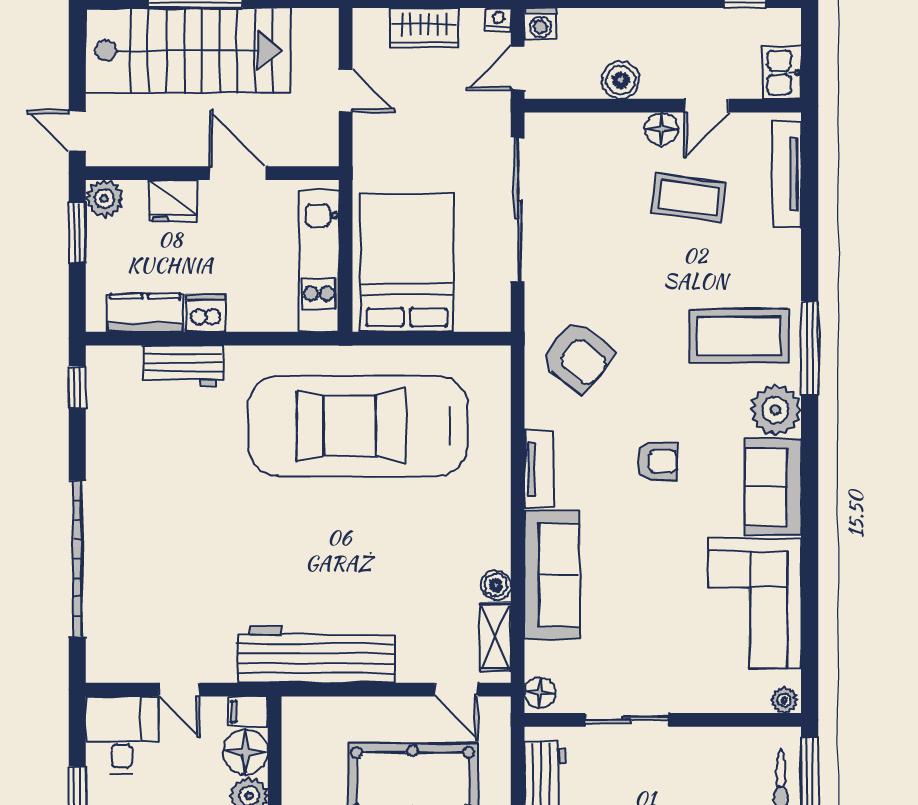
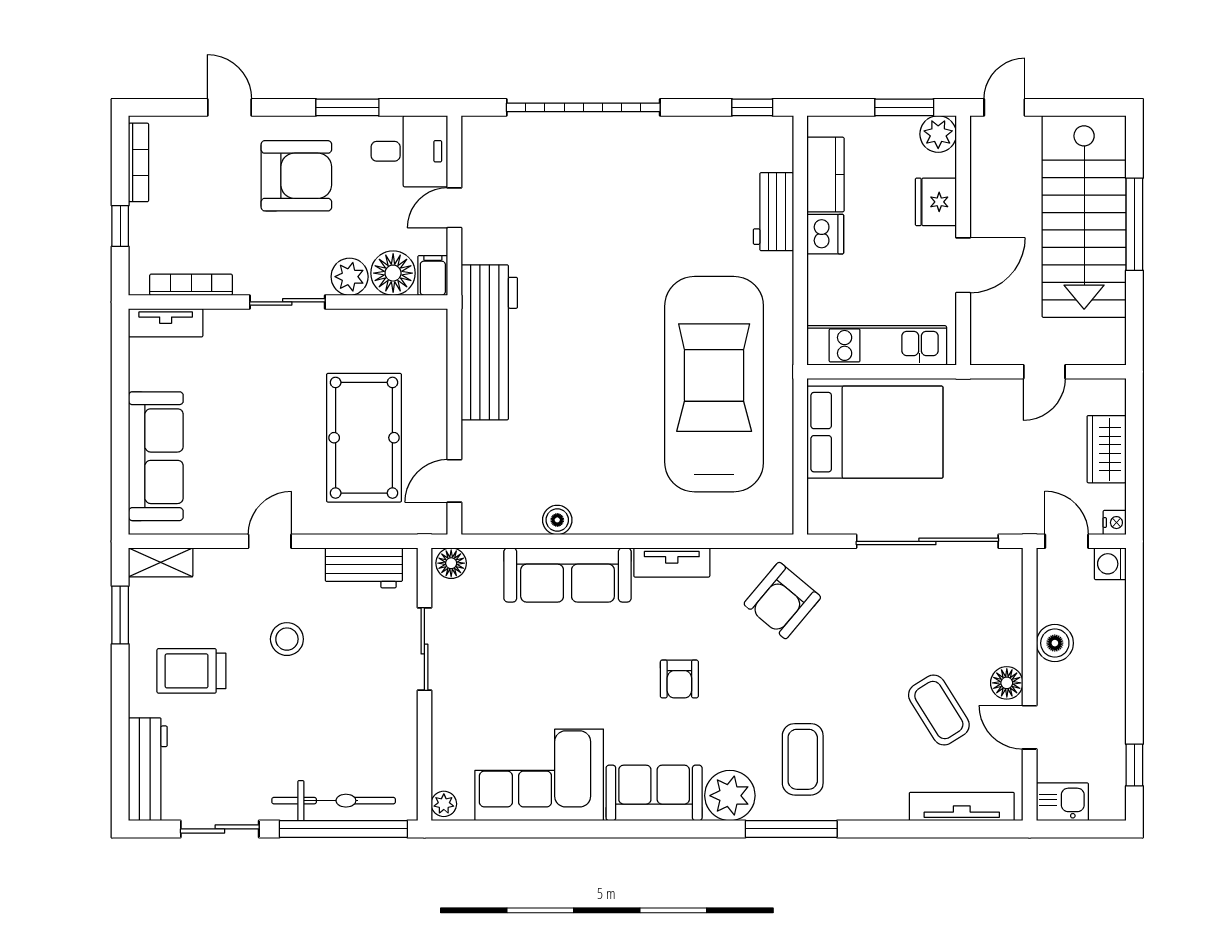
coffee table: (689, 198) -> (939, 710), turned -40
coffee table: (739, 336) -> (803, 759), width x0.73, depth x0.76
shelving: (495, 637) -> (506, 519), removed

